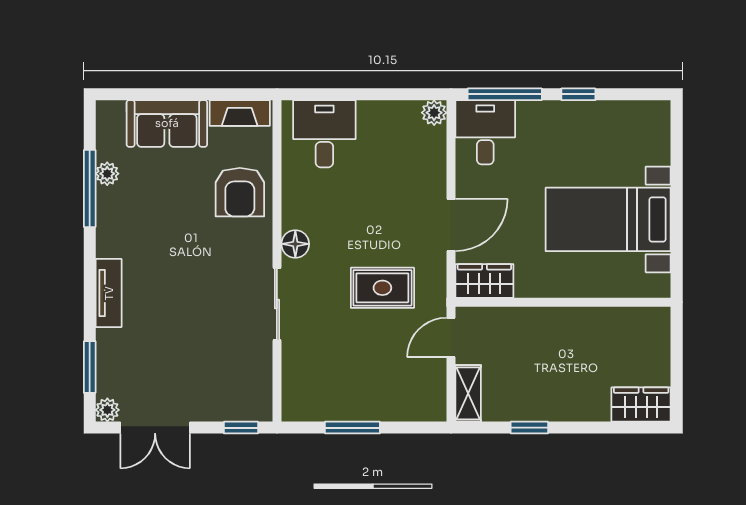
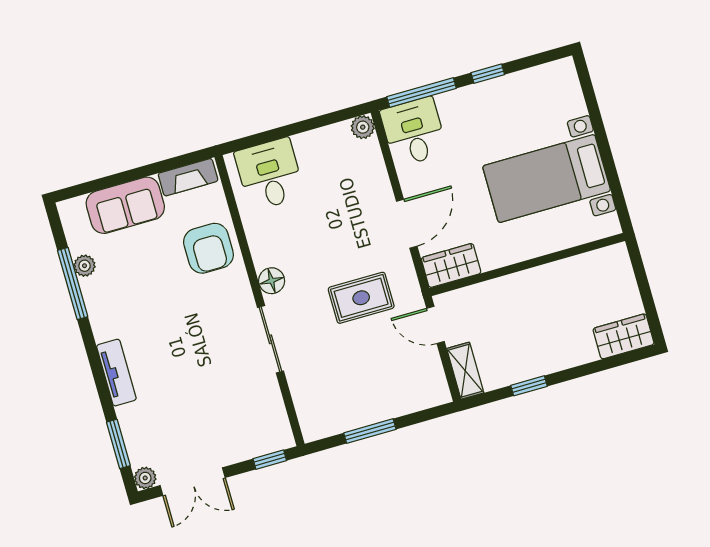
door: (451, 337) -> (436, 325), hinge flipped

